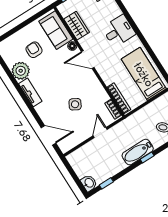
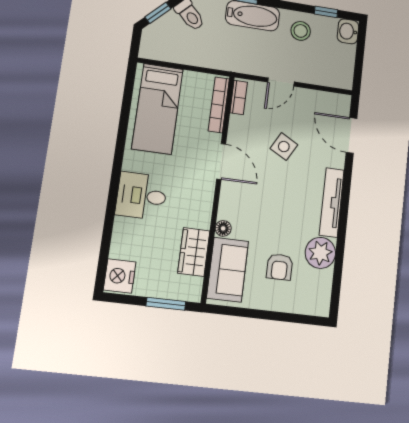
door: (88, 60) -> (221, 161), moved
tv unit: (30, 92) -> (332, 202), width x1.41
stool: (110, 164) -> (301, 31), added

